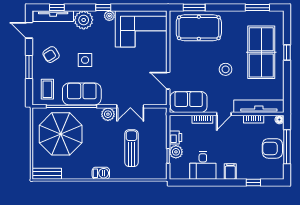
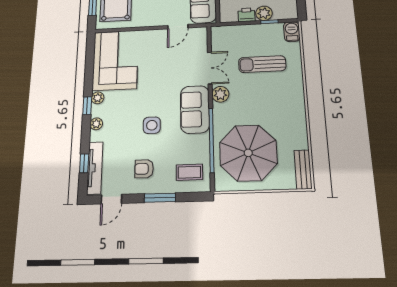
plant: (84, 20) -> (96, 124), width x0.53, depth x0.53
armchair: (51, 55) -> (144, 169), turned 122
sofa: (82, 94) -> (195, 109), moved
barbecue: (101, 173) -> (292, 32), moved

